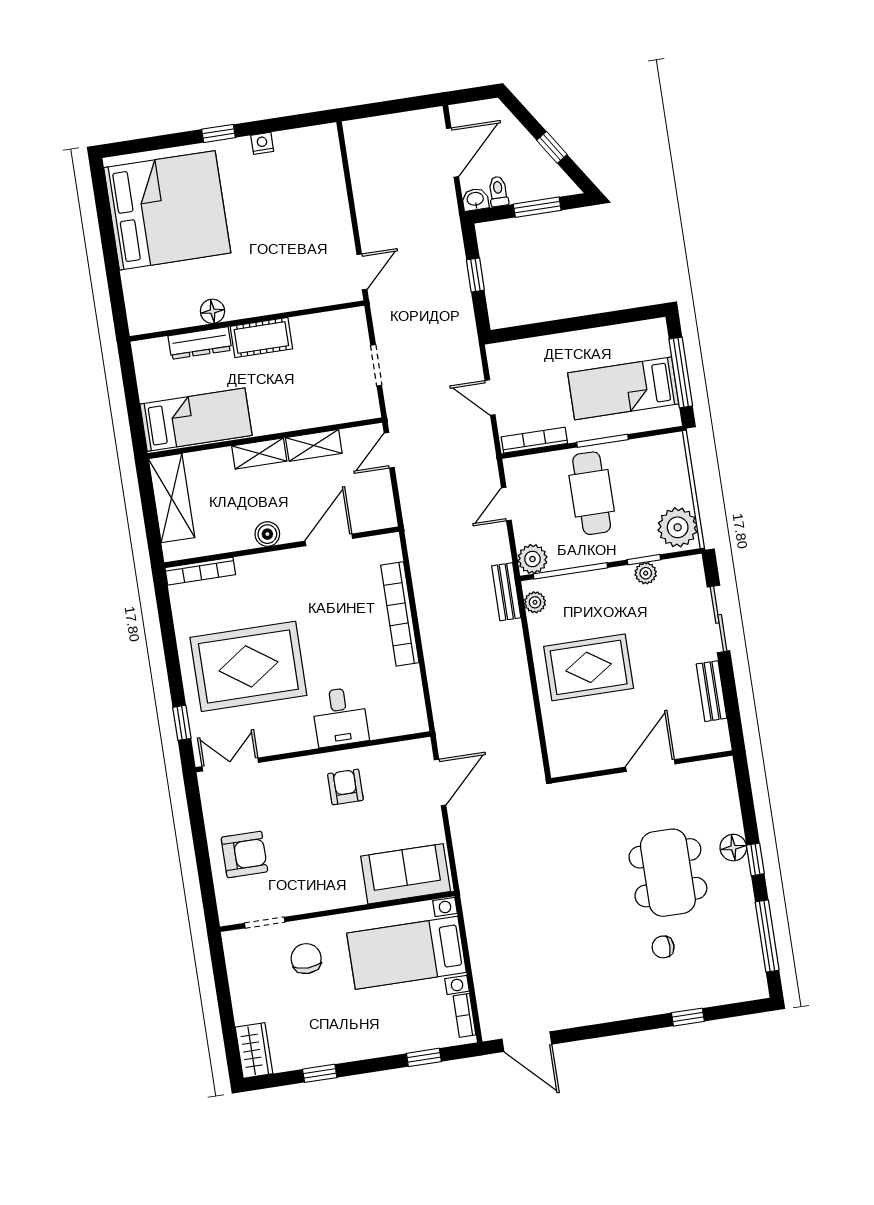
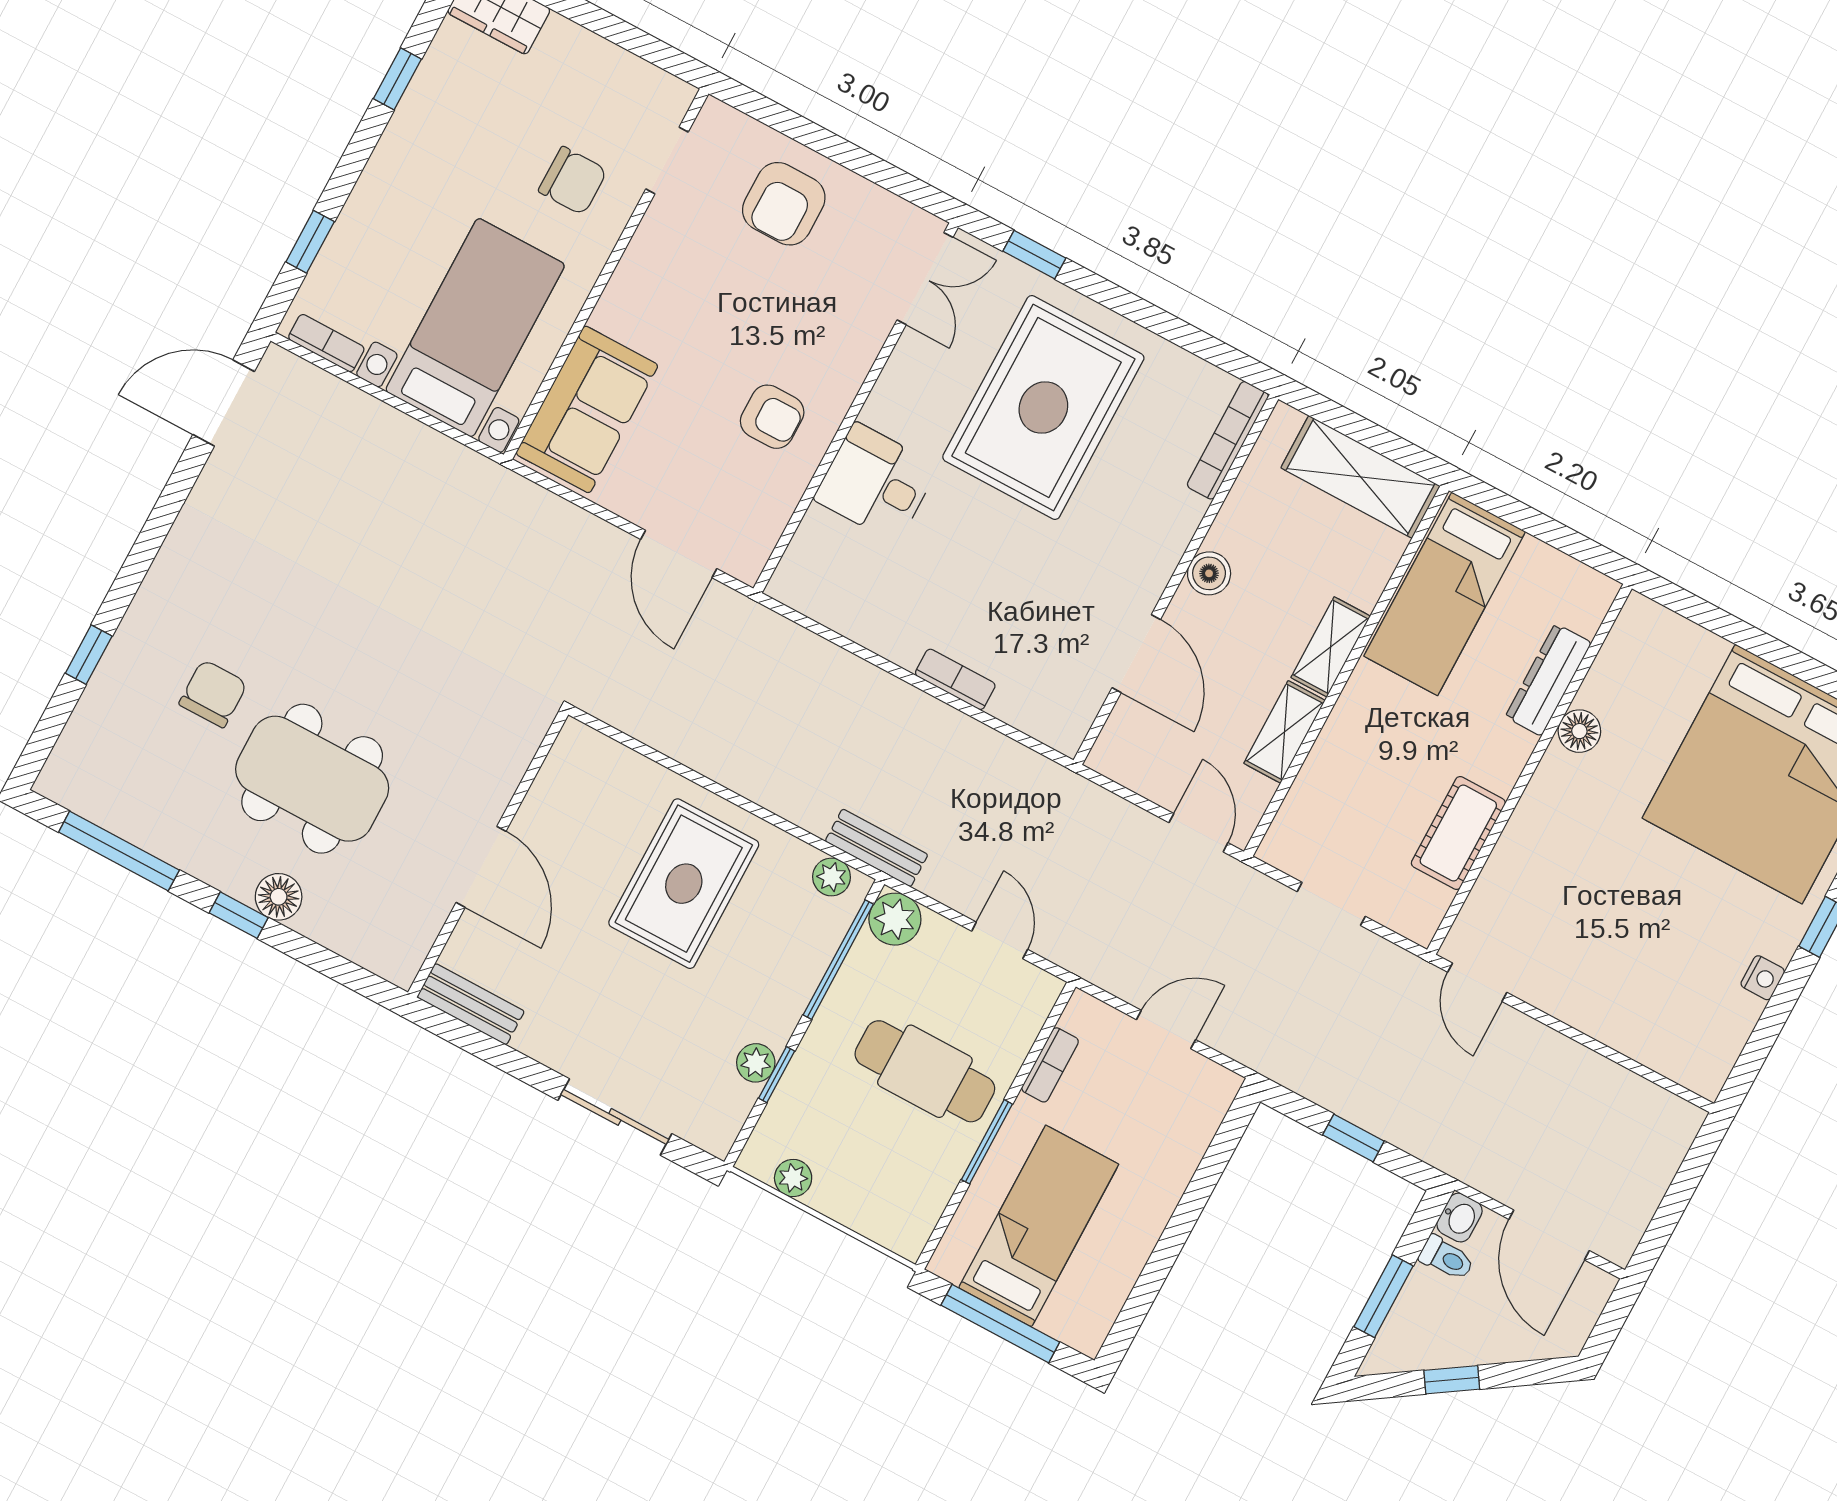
cot: (261, 338) -> (1458, 833), moved
bookcase: (534, 440) -> (1050, 1065), width x0.64
plant: (678, 527) -> (793, 1178), width x0.53, depth x0.53
bookcase: (400, 614) -> (955, 679), width x0.43, depth x0.76
bench: (712, 691) -> (471, 1004), moved
chair: (663, 947) -> (213, 694), width x1.37, depth x1.37

